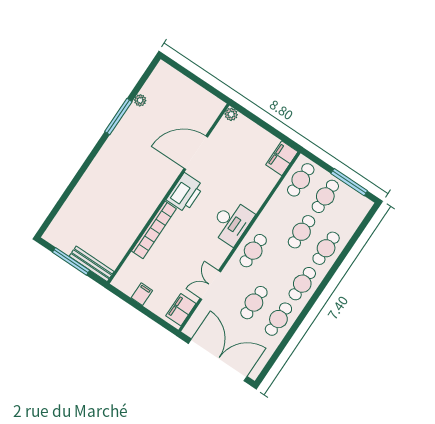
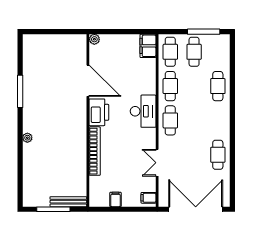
plant: (140, 100) -> (27, 138), moved
door: (196, 153) -> (88, 81), swing flipped
cafe table: (302, 232) -> (170, 86), moved
cafe table: (302, 284) -> (218, 120), removed
cafe table: (254, 303) -> (194, 155), removed
filing cabinet: (181, 310) -> (148, 198), width x0.50

